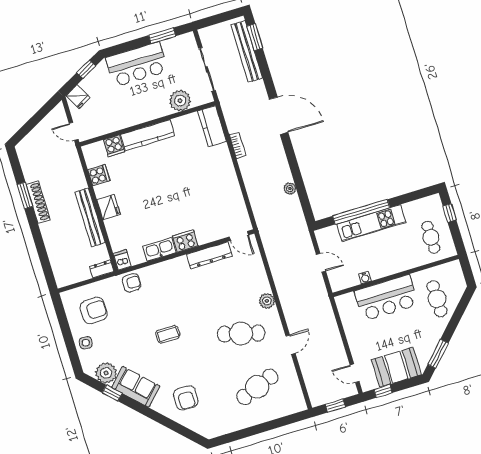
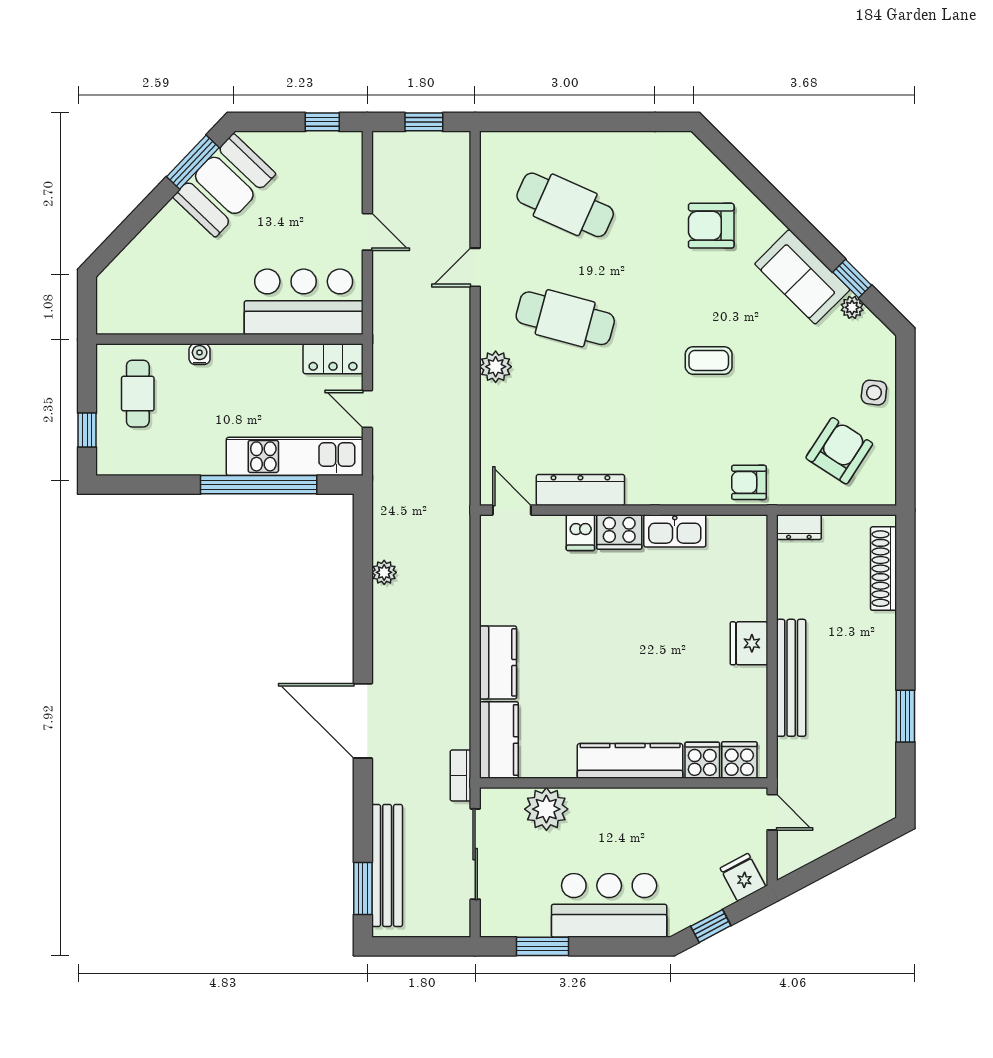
bookcase: (238, 145) -> (460, 775), moved
kitchen counter: (224, 163) -> (498, 662), added
cooker: (99, 175) -> (739, 760), moved, turned 90
shoe rack: (38, 202) -> (884, 569), moved
bench: (90, 217) -> (791, 678), moved
kitchen unit: (371, 223) -> (295, 456), moved
dishwasher: (122, 260) -> (580, 533), moved
water cooler: (365, 278) -> (200, 354), moved
locker: (344, 281) -> (333, 359), added
bar counter: (386, 298) -> (304, 302), moved
cafe table: (437, 299) -> (162, 270), removed
armchair: (94, 310) -> (839, 451), turned 124
booth: (396, 367) -> (224, 185), moved, turned -46
plant: (106, 373) -> (852, 307), width x0.53, depth x0.53
door: (355, 373) -> (367, 232), moved
cafe table: (257, 387) -> (565, 205), turned 45
armchair: (186, 398) -> (711, 226), turned -90

